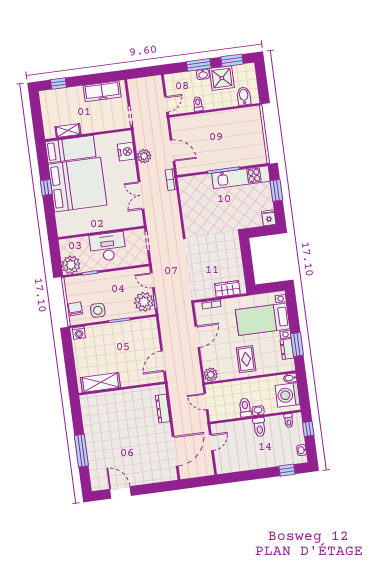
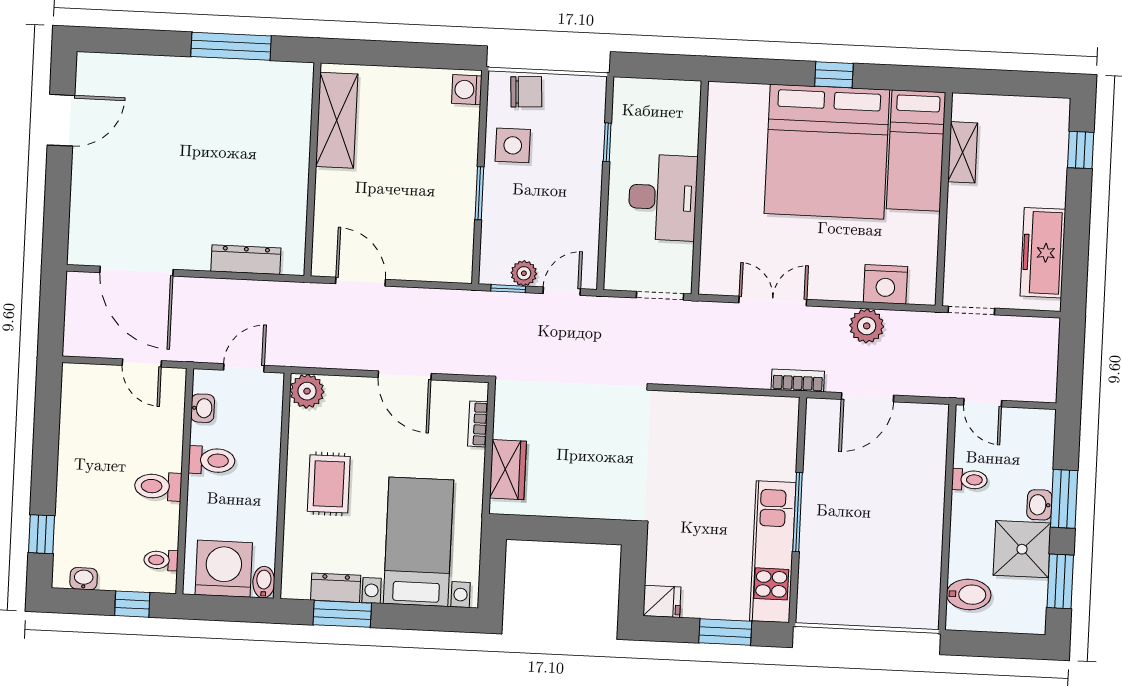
plant: (71, 265) -> (635, 101), removed
plant: (144, 302) -> (524, 273), width x0.53, depth x0.53
rug: (246, 359) -> (329, 484), turned 90
washbasin: (258, 411) -> (203, 408), moved
window: (81, 451) -> (231, 46), moved

